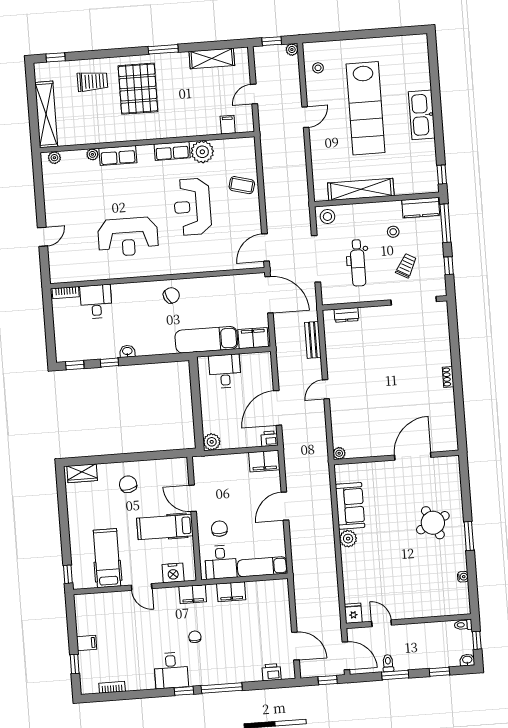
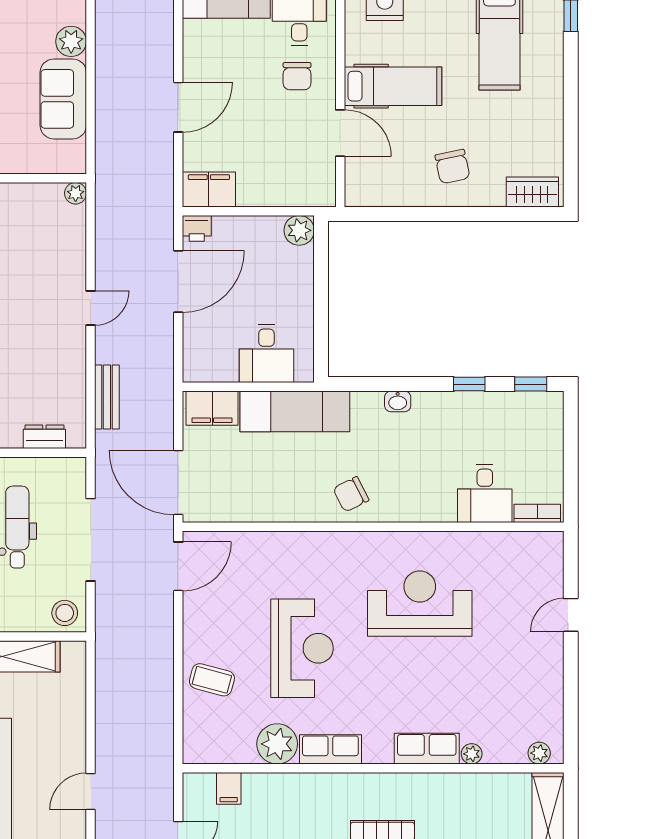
washbasin: (127, 351) -> (398, 401), moved

